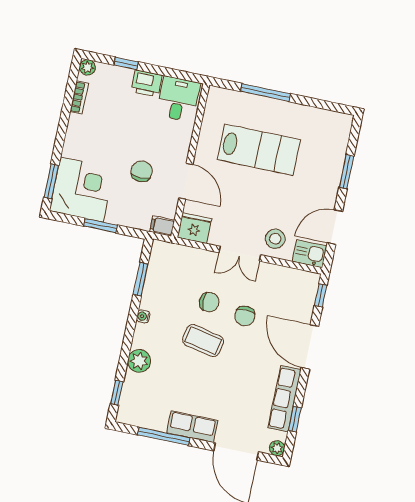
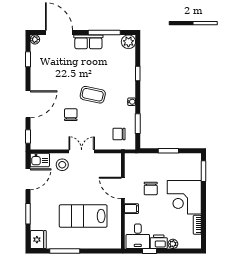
window: (126, 63) -> (150, 251), moved
plant: (88, 67) -> (173, 244), moved
window: (265, 93) -> (65, 251), moved
corner desk: (82, 189) -> (184, 197), moved
filing cabinet: (162, 226) -> (131, 209), moved
fridge: (194, 228) -> (38, 240), moved, turned -90
chair: (209, 302) -> (119, 134), moved
door: (310, 347) -> (28, 104), hinge flipped
plant: (139, 361) -> (128, 42), moved
window: (117, 393) -> (138, 74), moved
row of seats: (285, 399) -> (37, 70), removed

